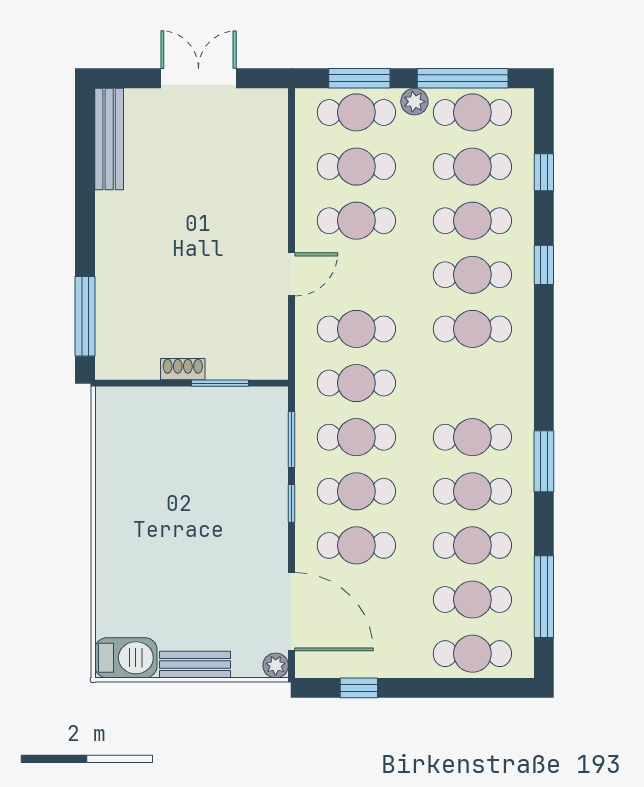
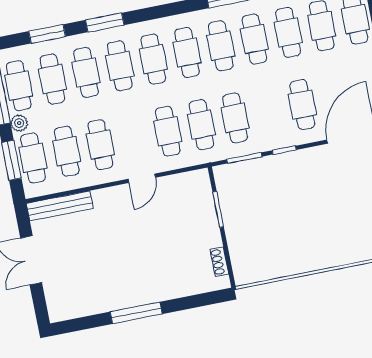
bench: (109, 139) -> (60, 206), moved
window: (544, 172) -> (47, 34), width x1.50
window: (544, 265) -> (105, 23), width x1.50
door: (292, 274) -> (142, 178), swing flipped
window: (85, 316) -> (136, 313), moved
shoe rack: (183, 369) -> (219, 262), moved
cafe table: (356, 491) -> (187, 52), moved

